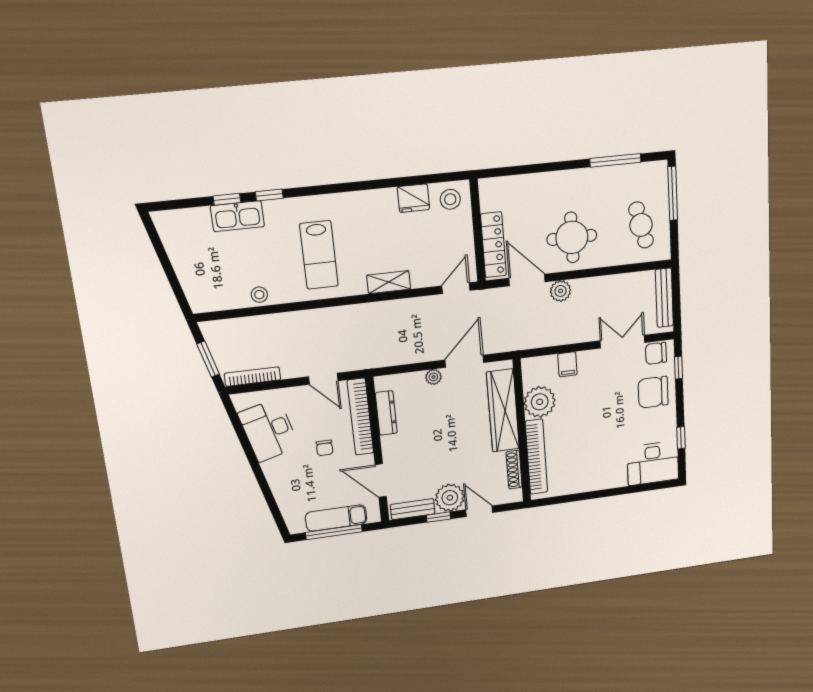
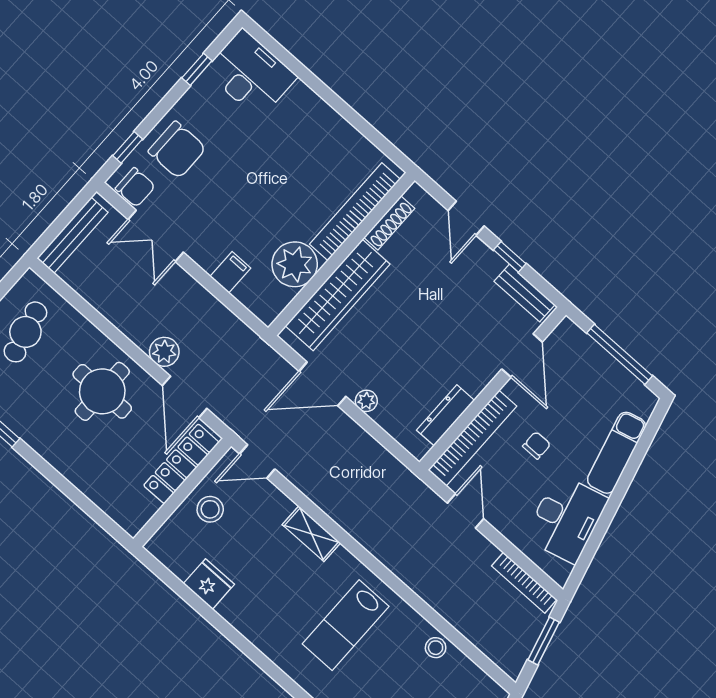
stool: (450, 199) -> (210, 509), moved
lab bench: (319, 255) -> (346, 625), turned 180
plant: (450, 498) -> (478, 264), removed
exam couch: (336, 518) -> (617, 453), moved, turned 75

